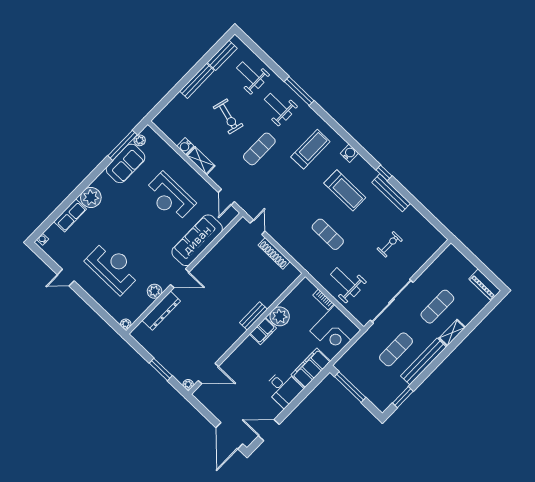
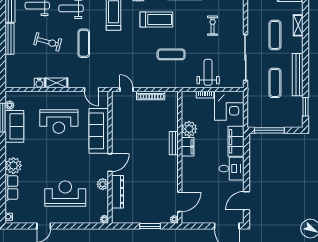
weight bench: (345, 282) -> (208, 72), turned 90
shelving: (452, 333) -> (298, 25), moved

